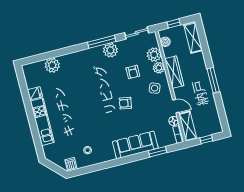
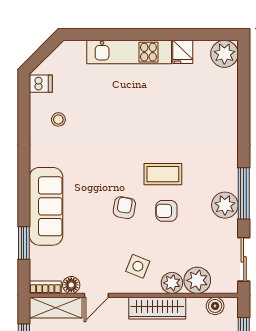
plant: (52, 65) -> (224, 54), moved
armchair: (133, 72) -> (166, 211), moved
coffee table: (102, 87) -> (163, 174), added

